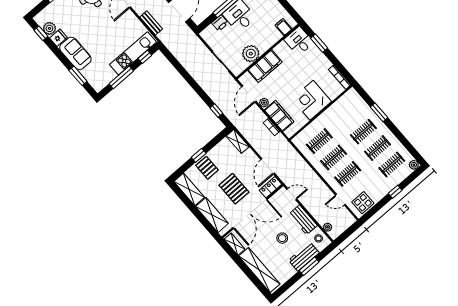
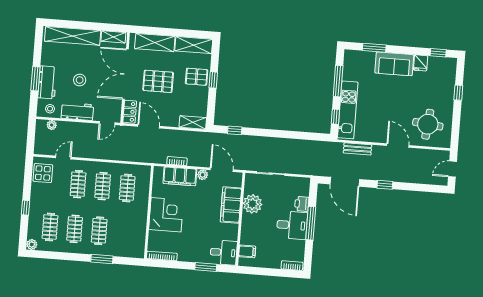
plant: (49, 28) -> (435, 63), removed

